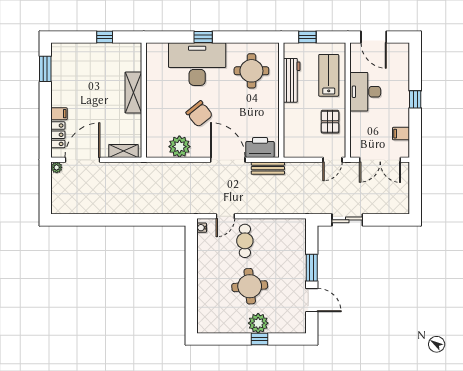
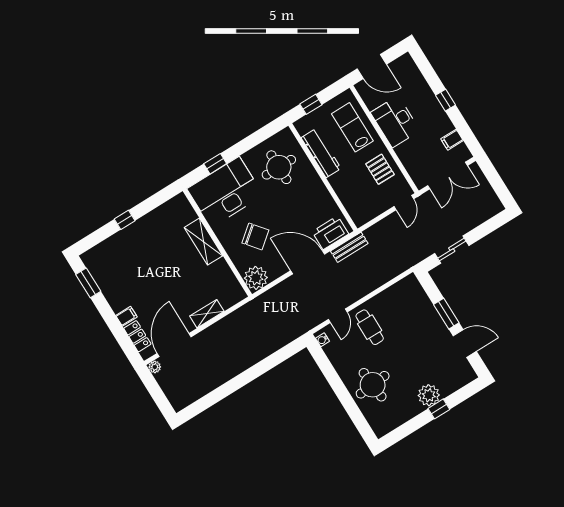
shelving: (133, 93) -> (204, 242), moved
wall: (144, 100) -> (217, 243), moved
round table: (250, 286) -> (373, 385), moved

